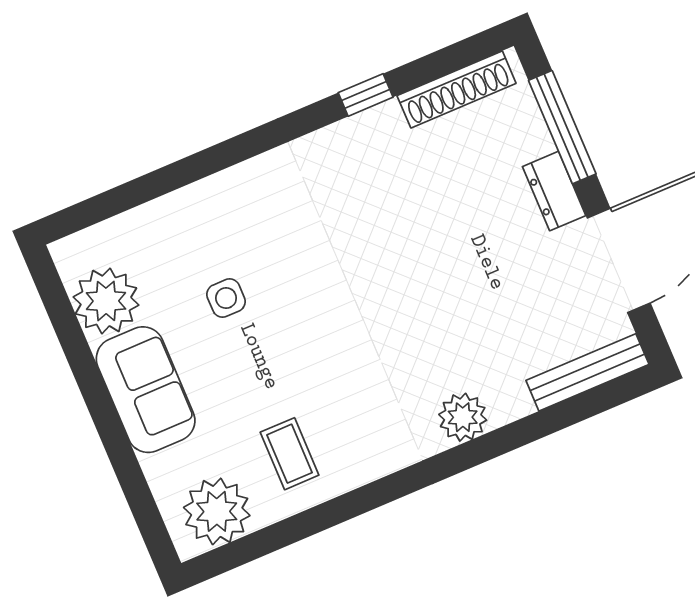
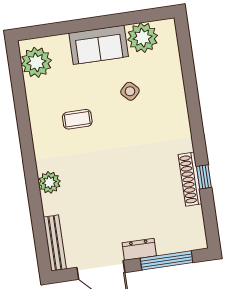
shoe rack: (457, 89) -> (190, 179), moved
side table: (226, 298) -> (130, 91), turned 45
coffee table: (290, 454) -> (77, 119), moved

